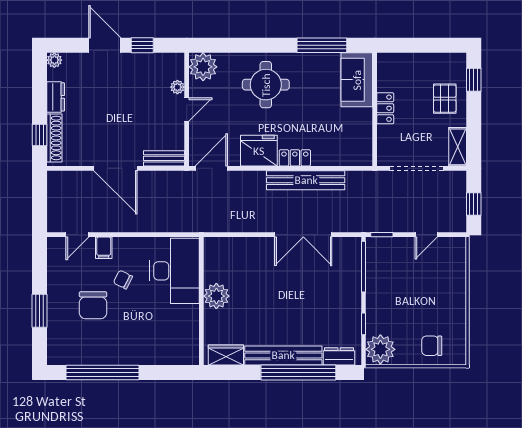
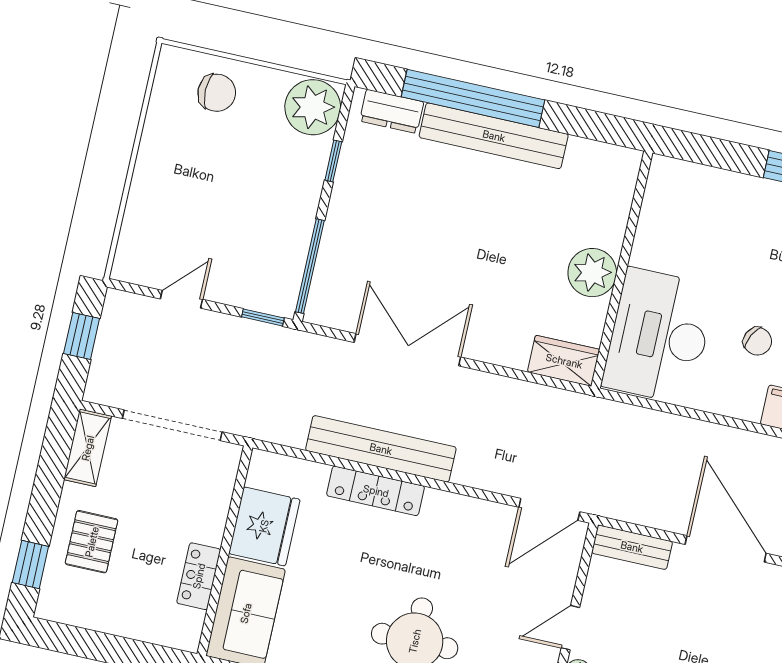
locker: (385, 108) -> (199, 576), moved
fridge: (259, 151) -> (264, 526), moved, turned -90
locker: (295, 158) -> (376, 491), width x1.53
wardrobe: (226, 355) -> (564, 361), moved, turned 180

